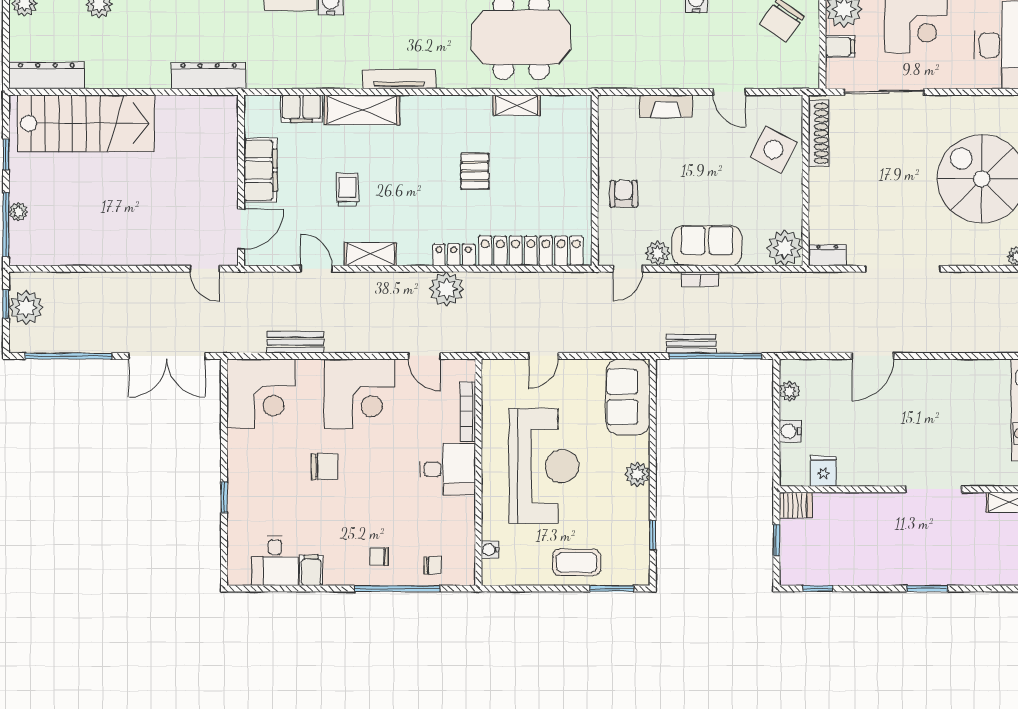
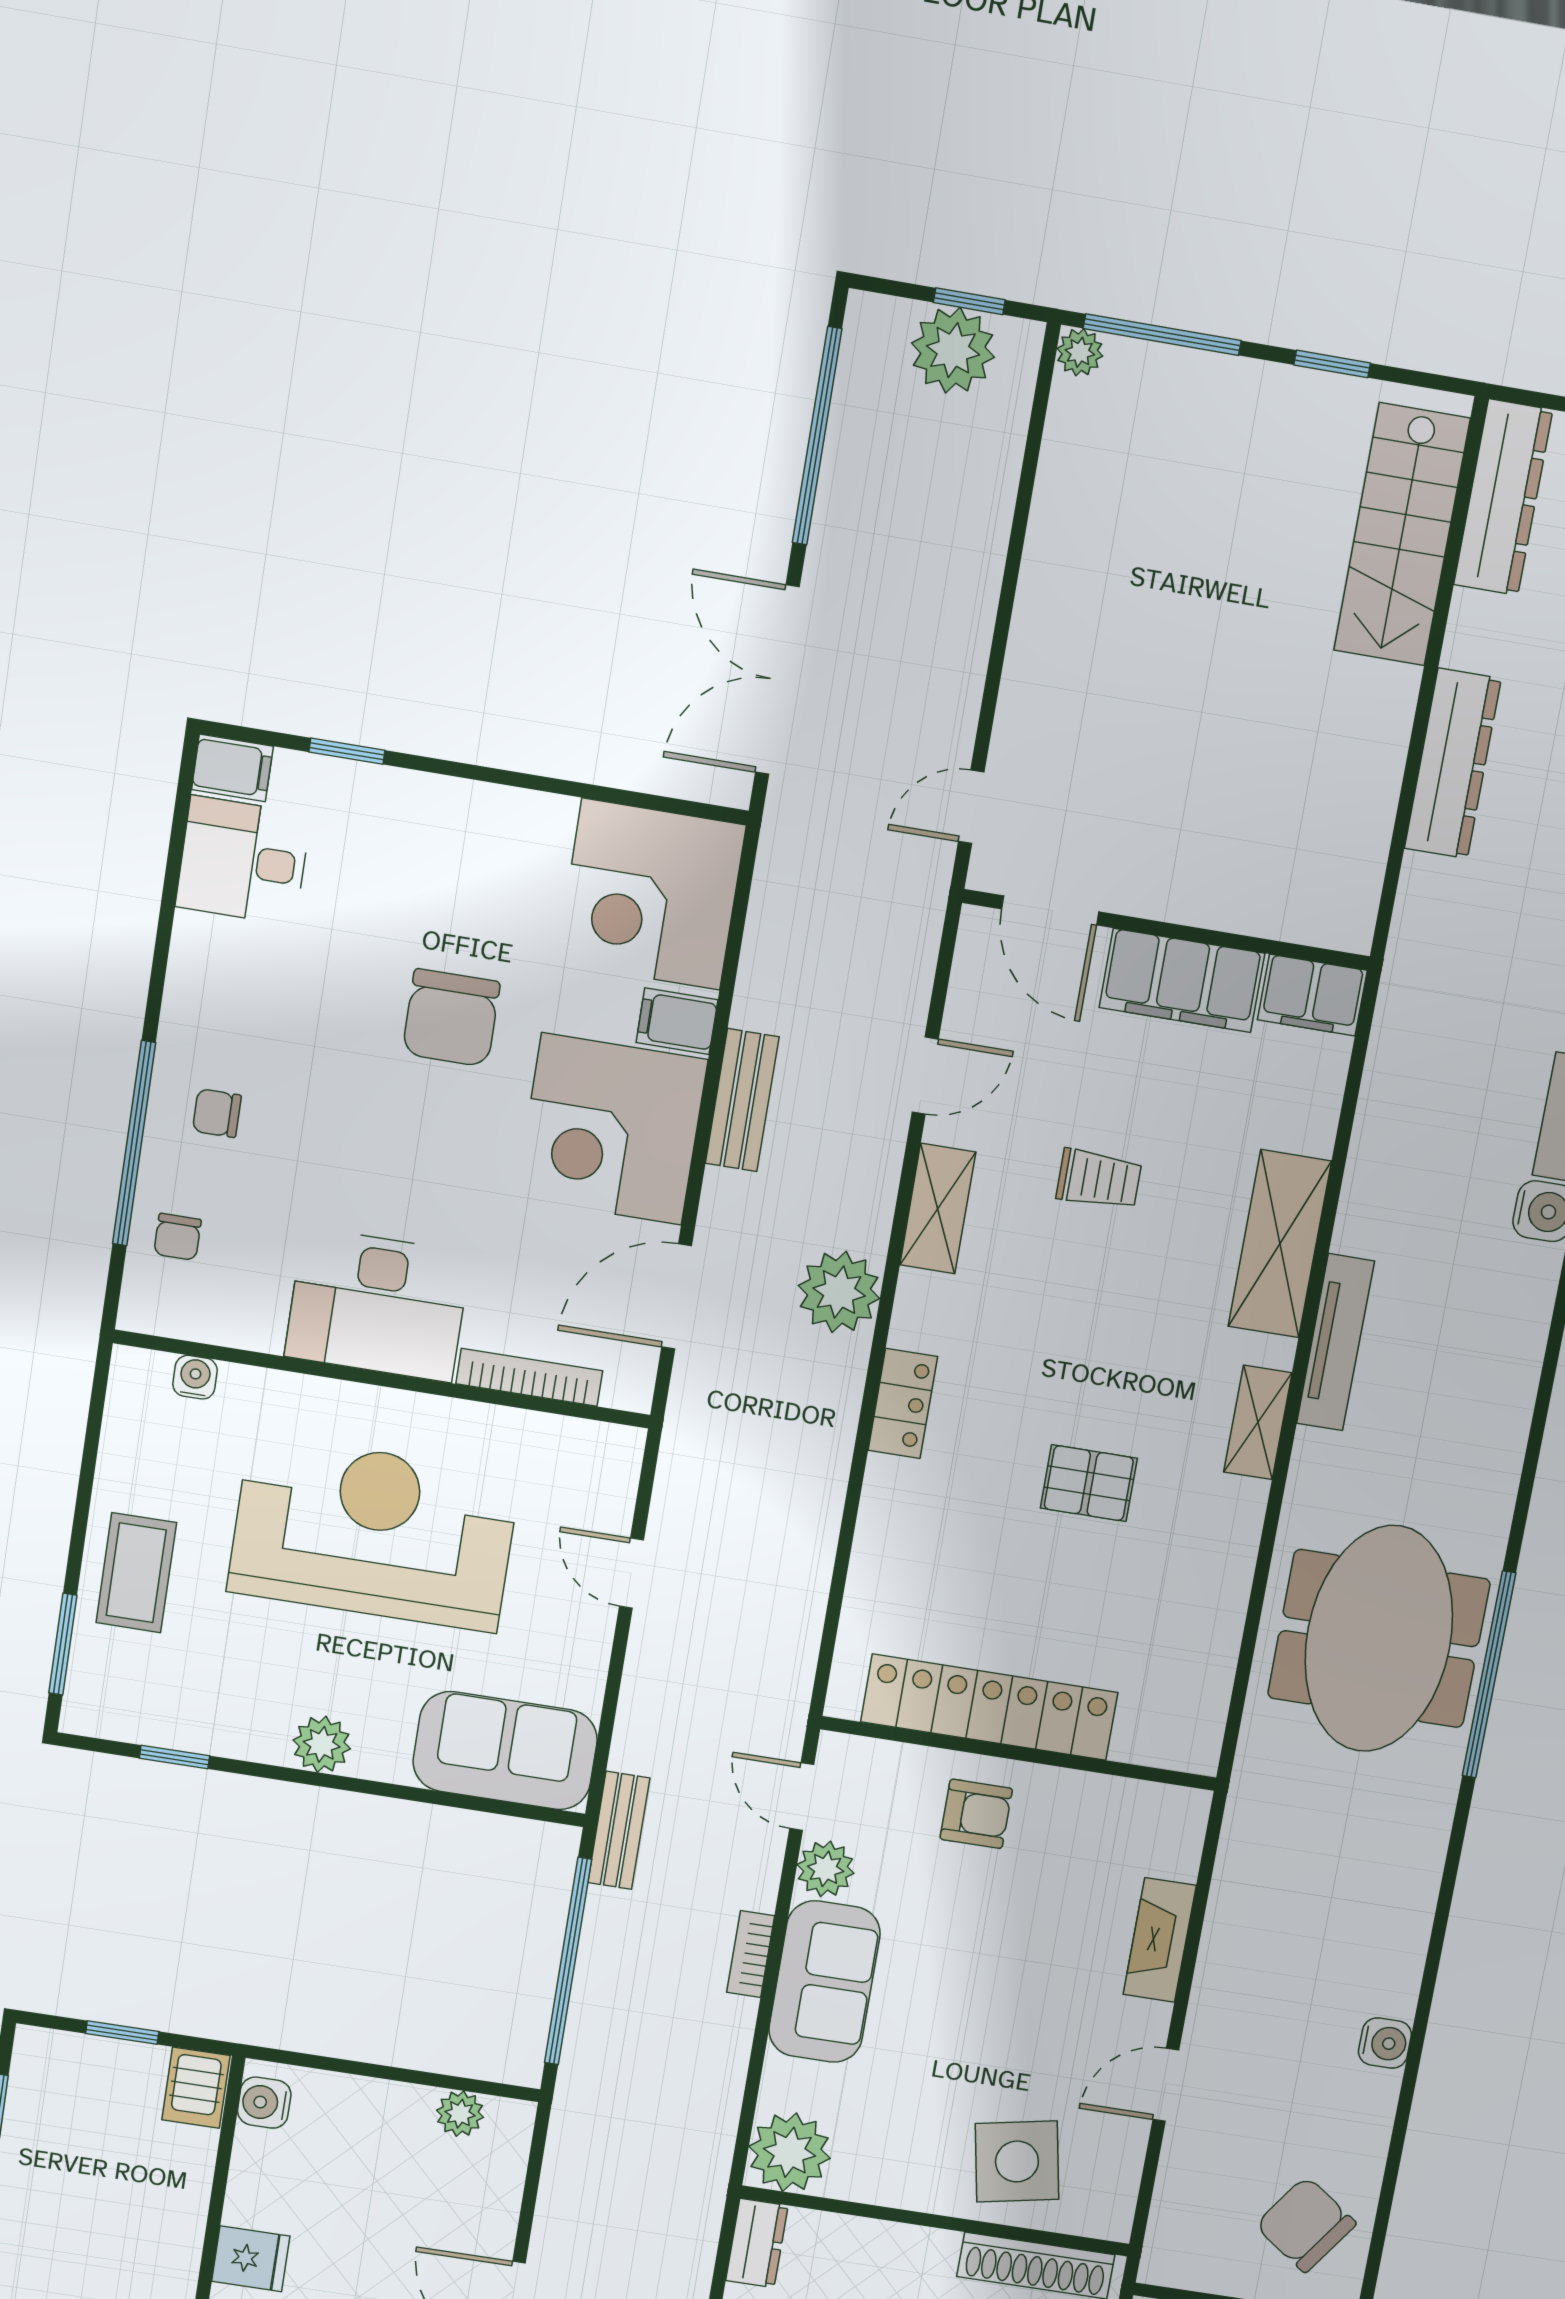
dresser: (209, 76) -> (1453, 764), moved
shelving: (517, 105) -> (1258, 1422), moved
filing cabinet: (301, 109) -> (1312, 995), moved, turned -90
stairs: (86, 123) -> (1402, 535), width x0.73, depth x0.66
side table: (773, 150) -> (1017, 2161), turned -38
plant: (18, 212) -> (1080, 352), moved
locker: (531, 251) -> (989, 1707), moved, turned -90
plant: (447, 289) -> (839, 1292), moved
bench: (295, 342) -> (742, 1100), moved
bench: (691, 344) -> (619, 1830), moved
door: (424, 356) -> (677, 1296), width x1.38
filing cabinet: (311, 374) -> (677, 1021), added
water cooler: (790, 431) -> (264, 2103), moved, turned -90
reception desk: (544, 466) -> (374, 1533), turned 180
chair: (325, 467) -> (451, 1018), width x1.37, depth x1.37
desk: (448, 469) -> (378, 1305), width x1.37
fridge: (823, 471) -> (251, 2259), moved
window: (224, 497) -> (347, 751), moved
chair: (379, 557) -> (217, 1113), turned -90
filing cabinet: (311, 570) -> (232, 768), moved

